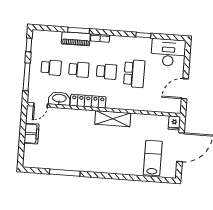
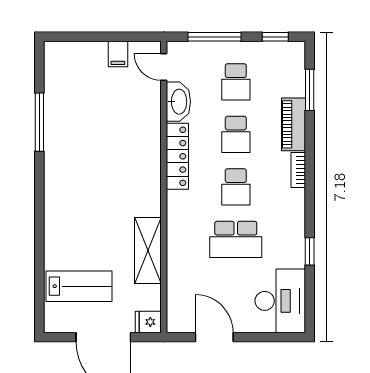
window: (79, 30) -> (310, 90), moved
shelving: (113, 119) -> (148, 251), moved
filing cabinet: (31, 134) -> (118, 54), width x0.50

